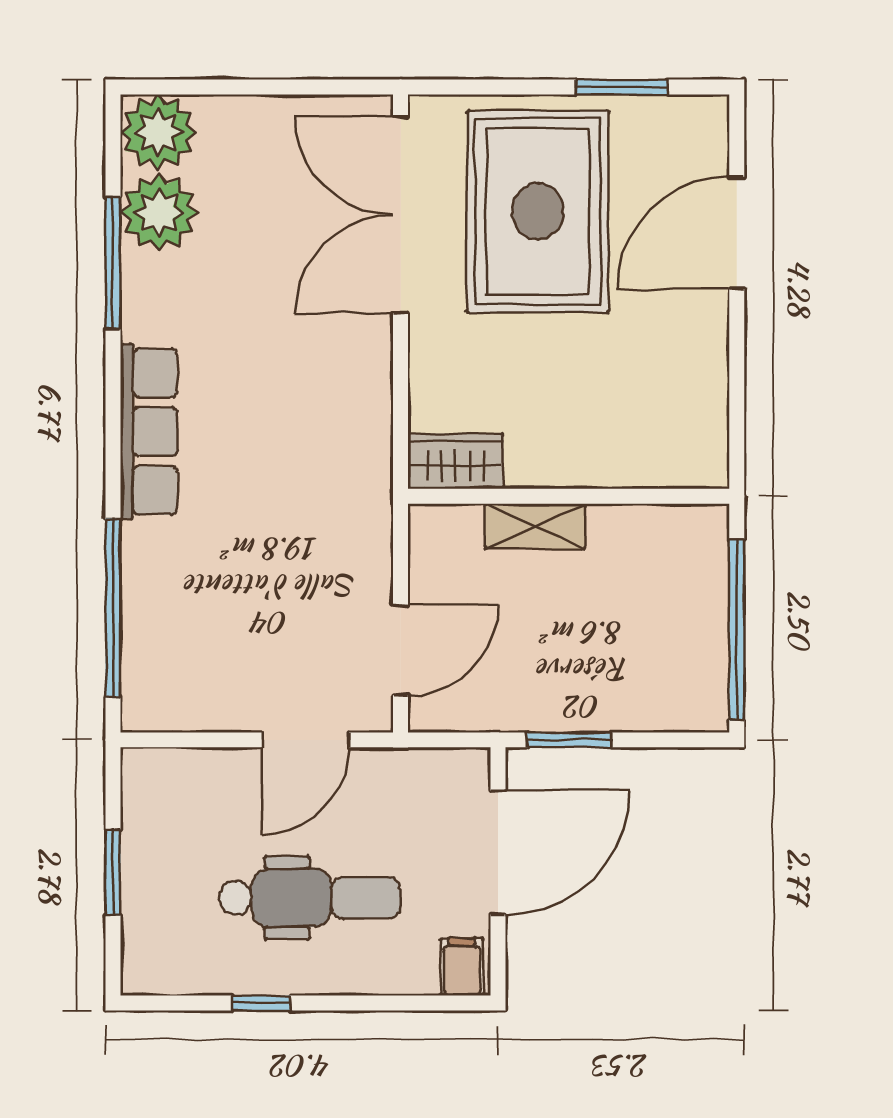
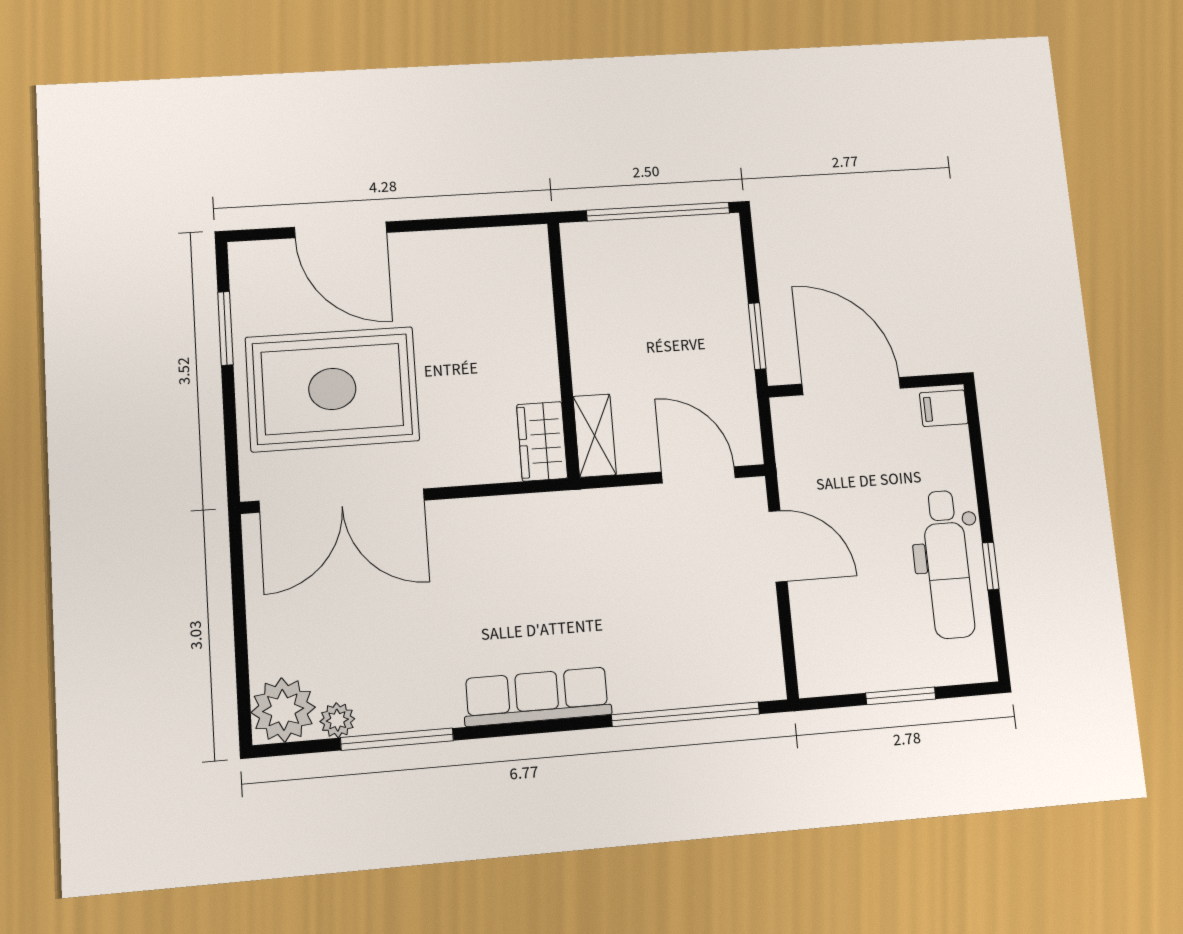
plant: (159, 213) -> (337, 720), width x0.53, depth x0.53
shelving: (535, 526) -> (595, 435), moved
dental chair: (310, 898) -> (948, 564), moved, turned 180

